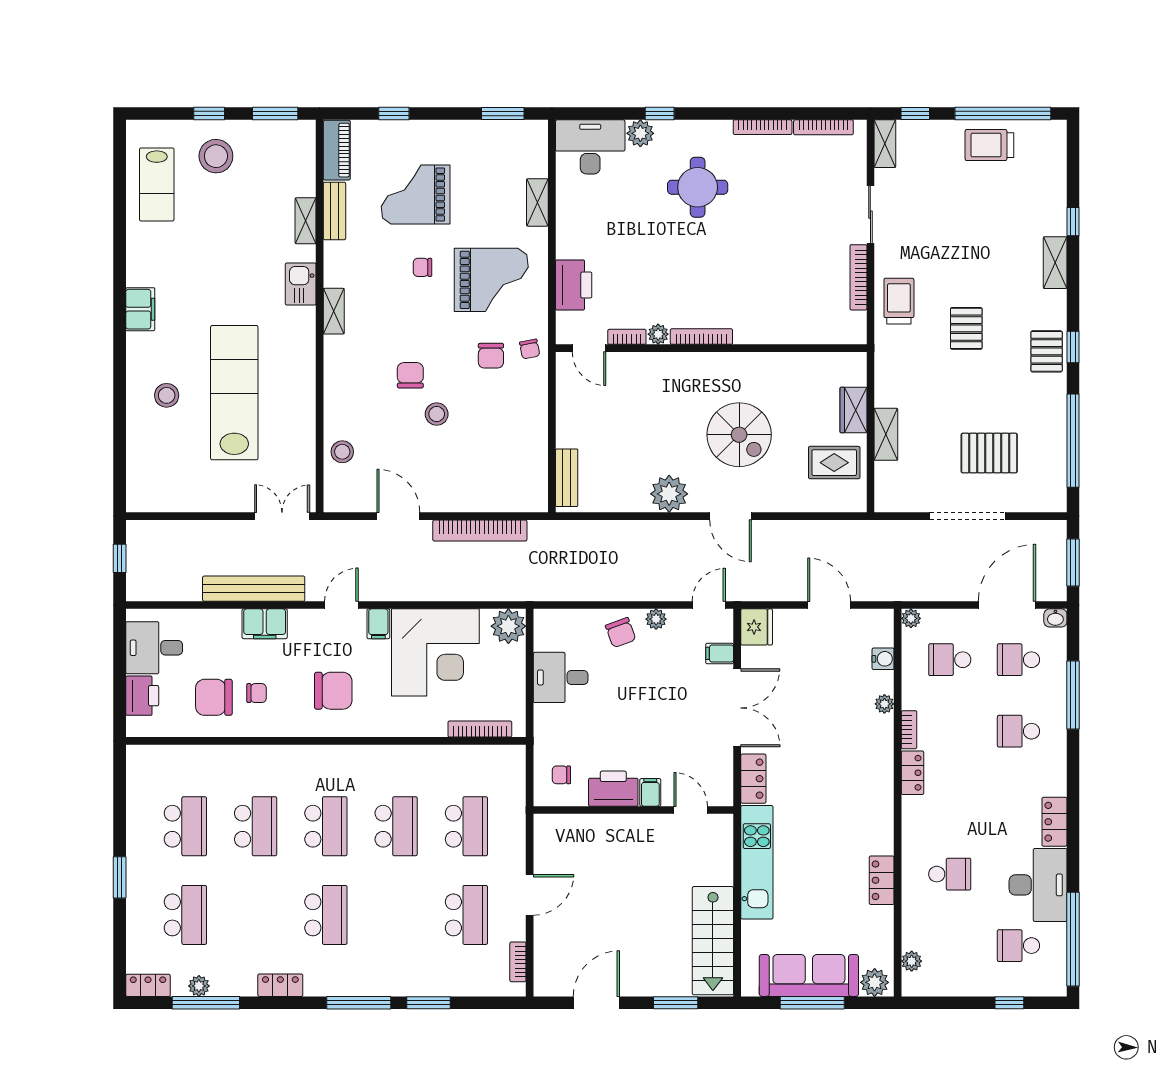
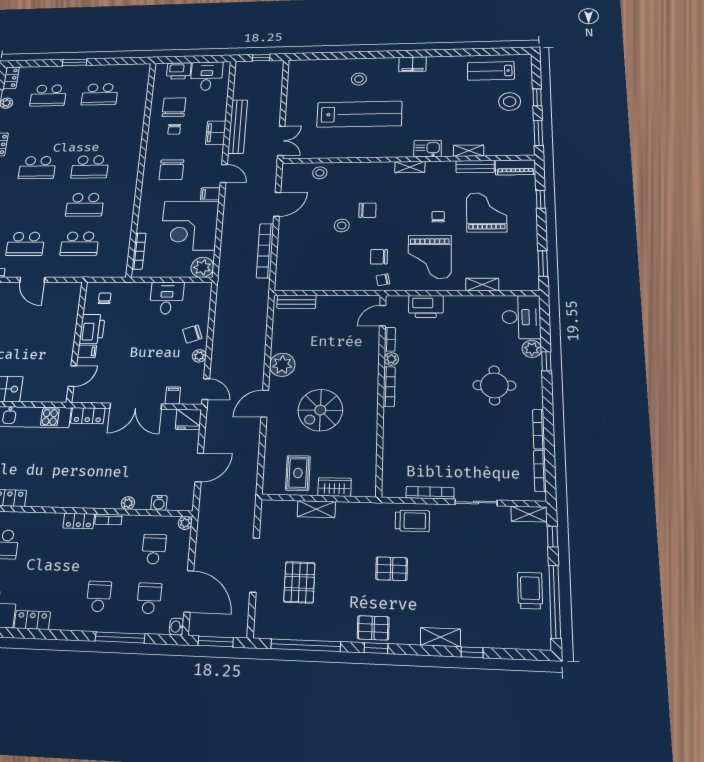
school desk: (256, 826) -> (95, 130), removed

